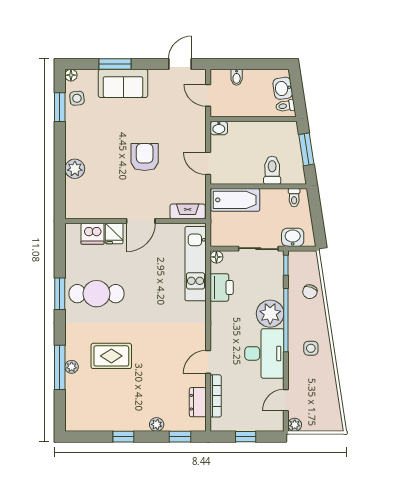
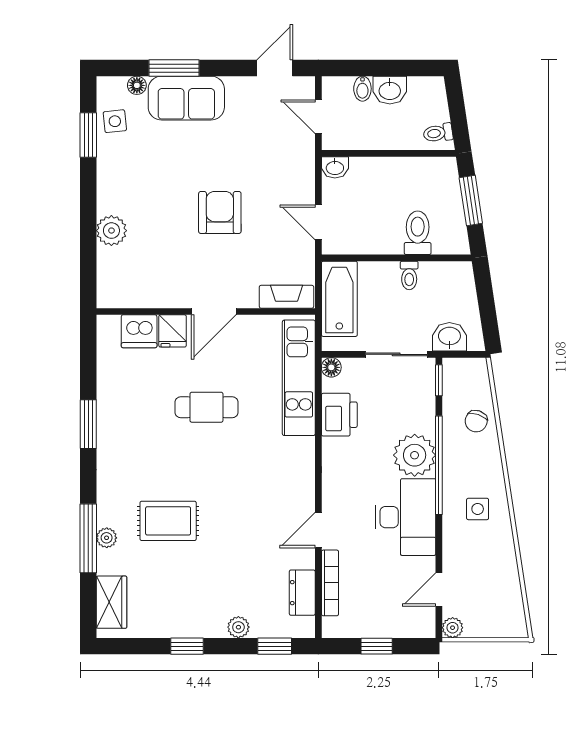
floor lamp: (71, 75) -> (137, 85), moved
washbasin: (283, 88) -> (390, 90), moved, turned -81
toilet: (294, 198) -> (409, 275), moved
bathtub: (235, 200) -> (339, 299), moved, turned -90
cafe table: (97, 294) -> (206, 407), moved, width x0.73, depth x0.74
wardrobe: (75, 408) -> (111, 602), added

